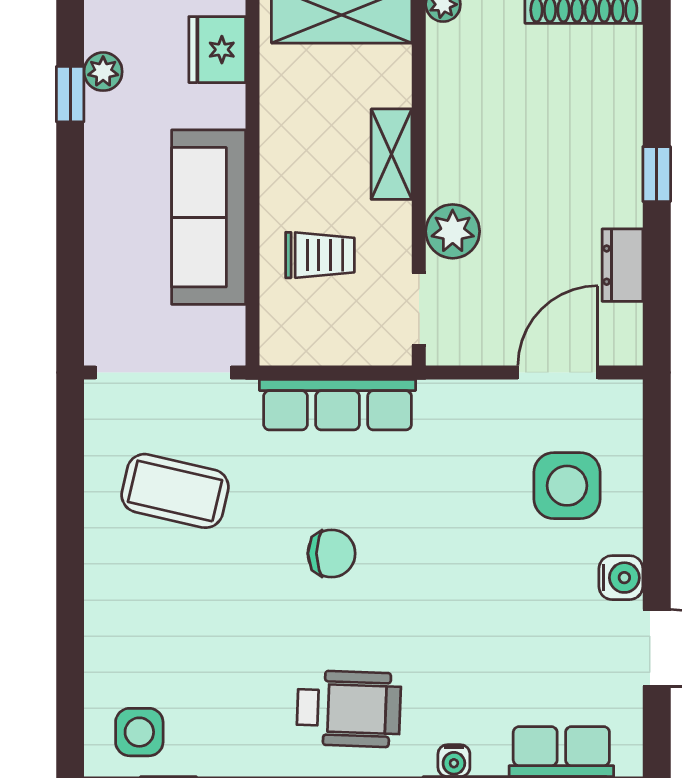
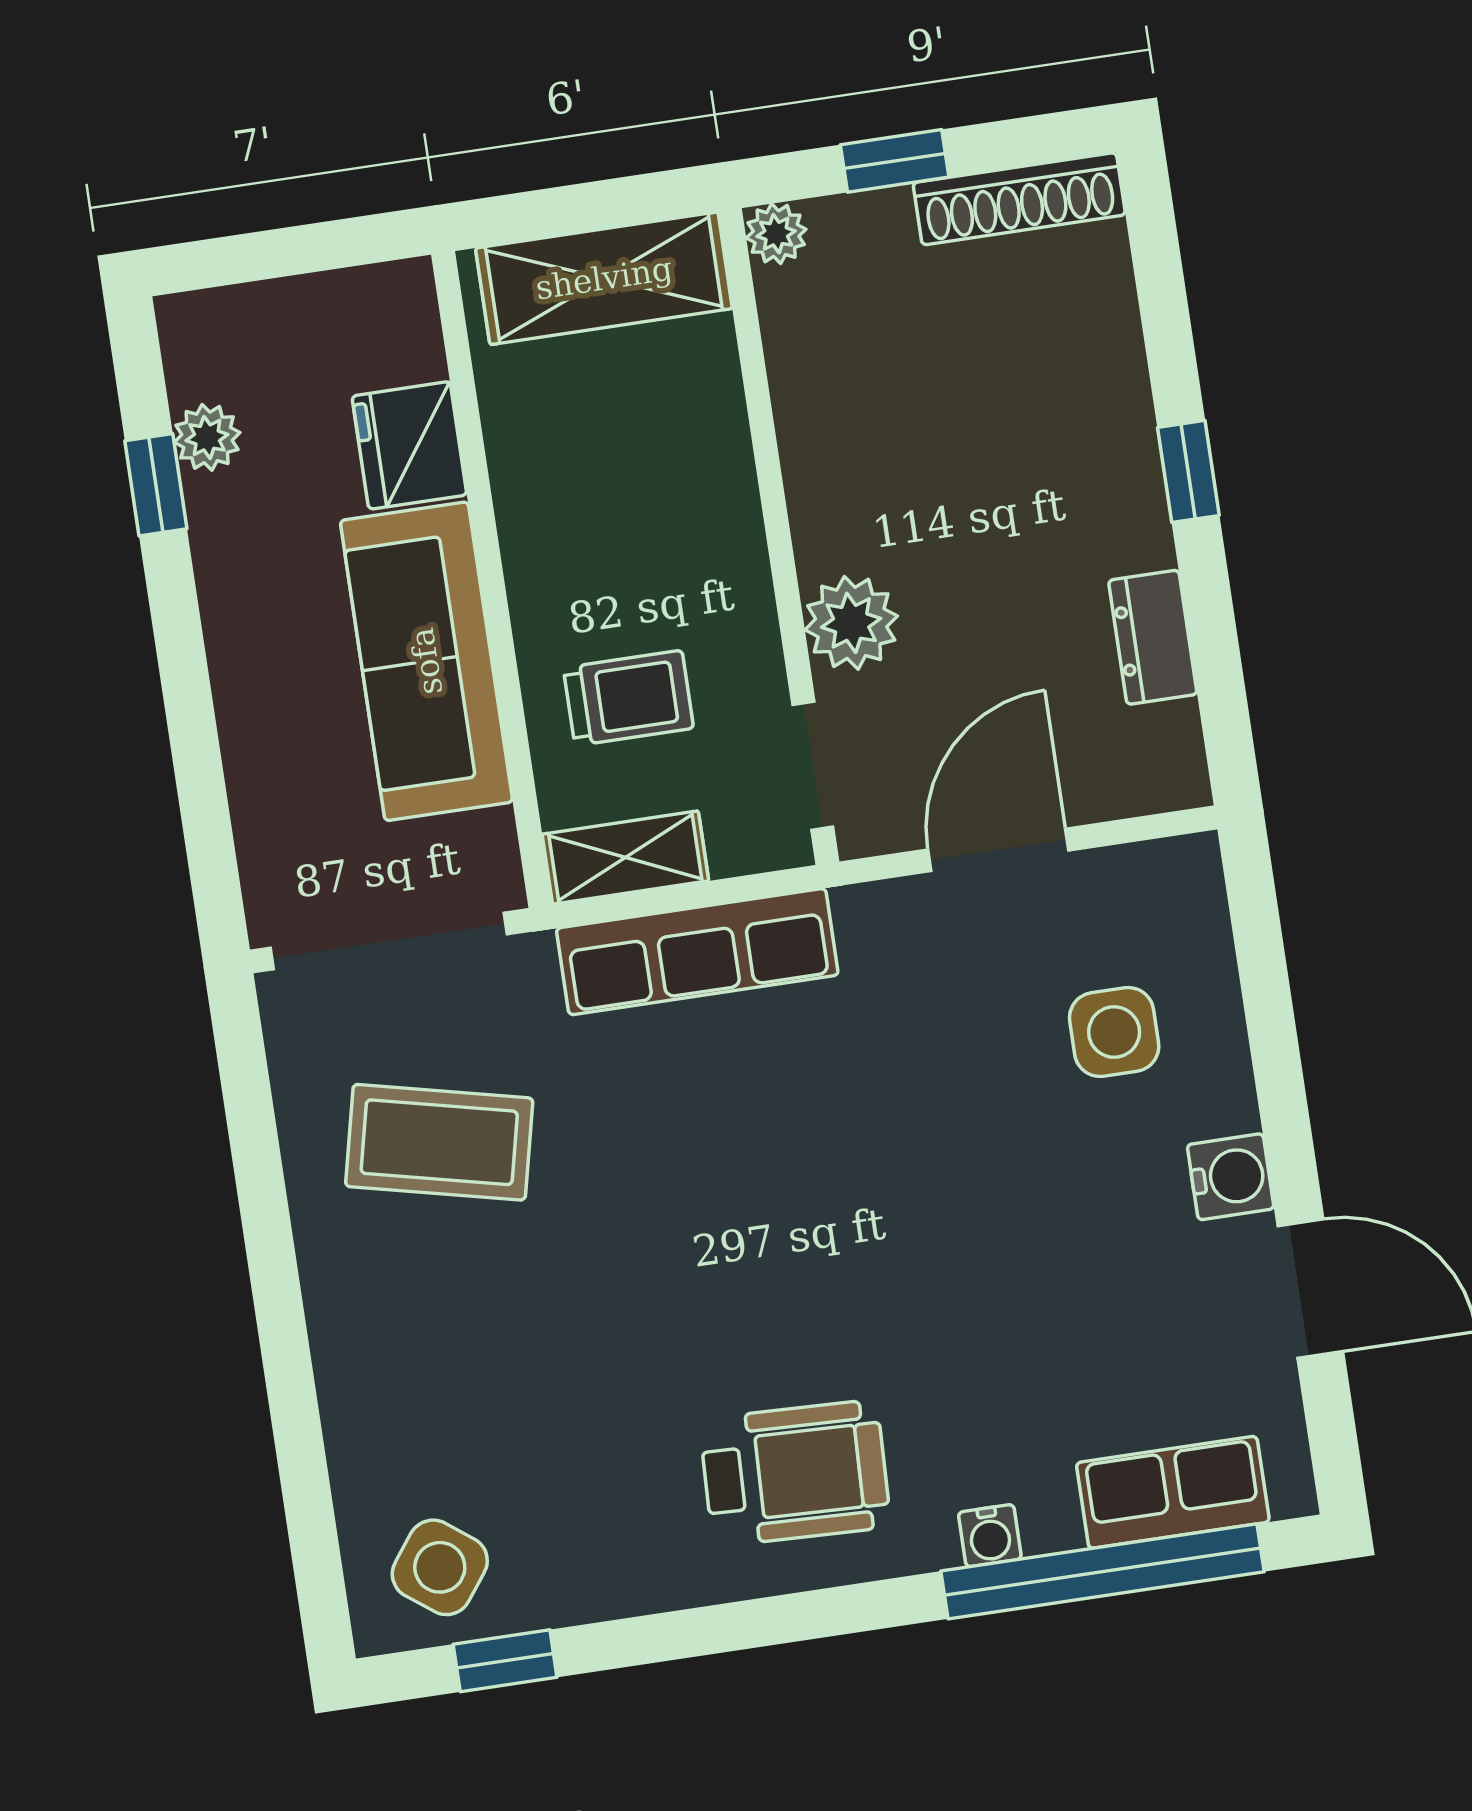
fridge: (217, 50) -> (409, 445), moved
shelving: (392, 154) -> (625, 858), moved, turned 90
door: (558, 373) -> (998, 850), moved
side table: (567, 486) -> (1114, 1032), width x0.73, depth x0.73
chair: (332, 553) -> (725, 1210), removed
side table: (139, 732) -> (440, 1567), turned 37

